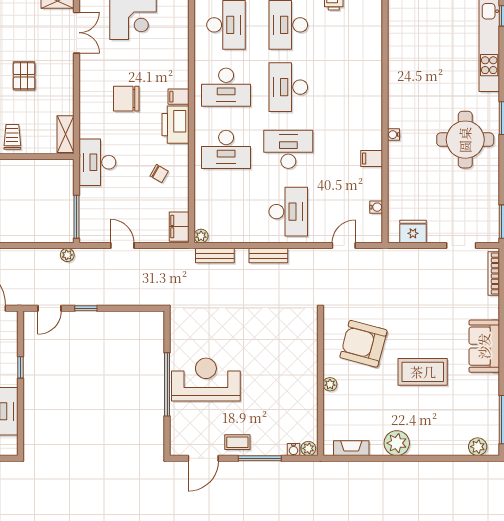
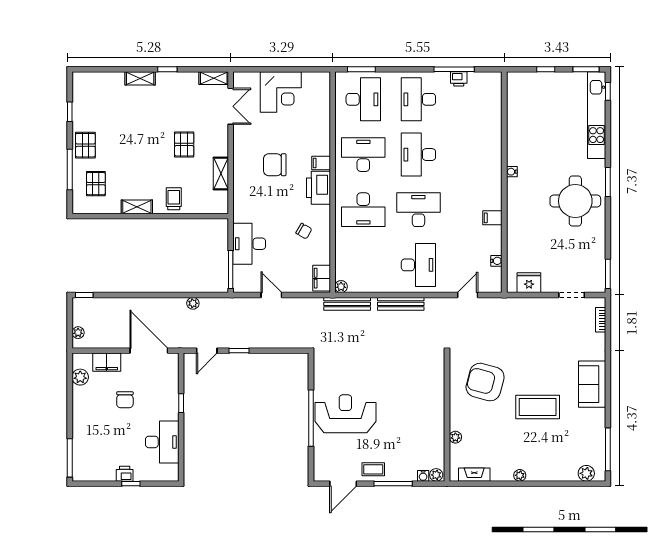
desk: (226, 87) -> (363, 155), turned 180
shelving: (65, 134) -> (221, 174), moved
water cooler: (394, 135) -> (512, 172), moved
desk: (97, 162) -> (249, 244), moved
plant: (67, 255) -> (193, 303), moved
bench: (215, 256) -> (347, 304), width x1.36
bench: (268, 256) -> (401, 304), width x1.36
bookcase: (494, 273) -> (601, 320), width x0.64
plant: (330, 384) -> (455, 437), moved
plant: (397, 443) -> (520, 475), width x0.53, depth x0.53

